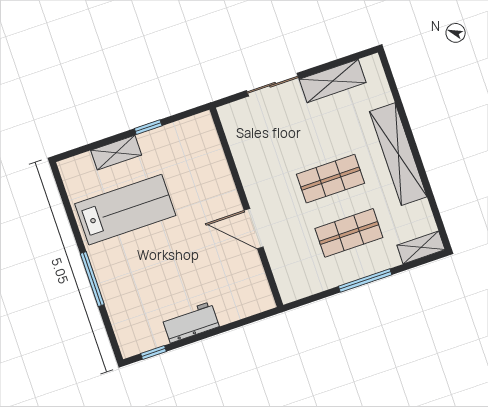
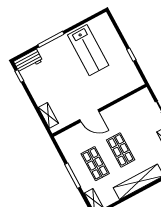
shelving: (116, 153) -> (48, 115), moved
door: (254, 229) -> (89, 116), swing flipped
workbench: (191, 322) -> (28, 61), moved, turned 90

